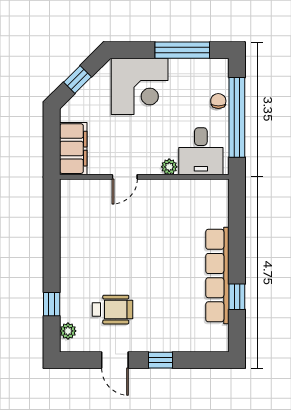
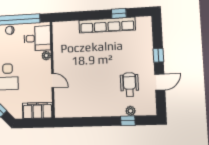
plant: (68, 331) -> (131, 111), moved

